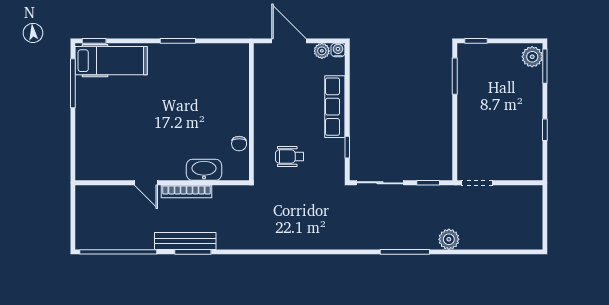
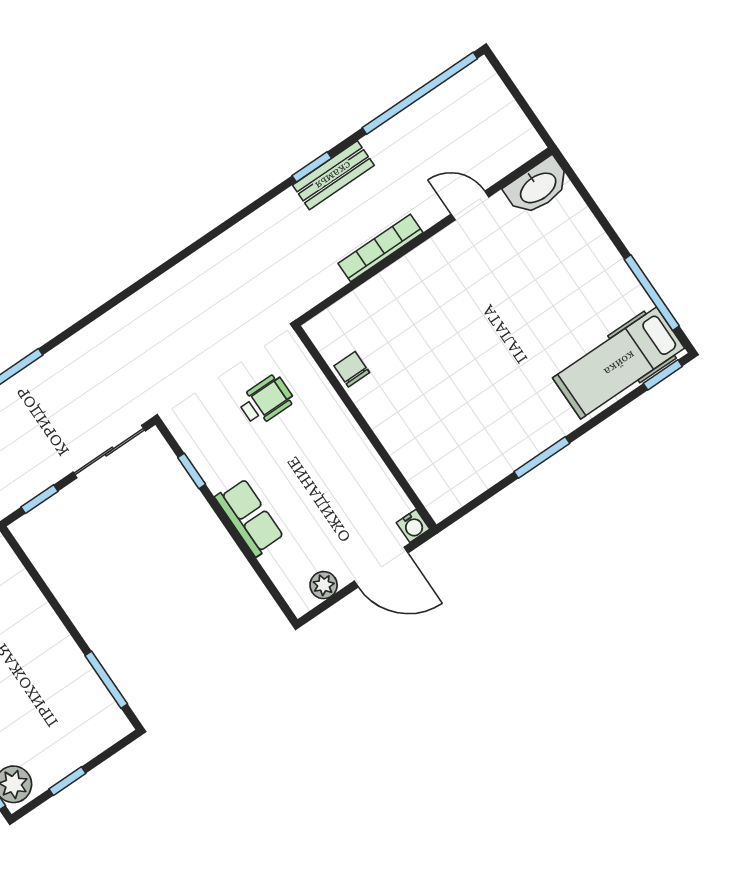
window: (476, 41) -> (67, 781), moved
water cooler: (338, 50) -> (413, 526), moved
row of seats: (335, 107) -> (249, 517), width x0.68
washbasin: (204, 170) -> (538, 187), moved
door: (146, 183) -> (470, 205), moved
bench: (185, 241) -> (333, 175), width x0.73
window: (193, 252) -> (312, 167), width x0.67

